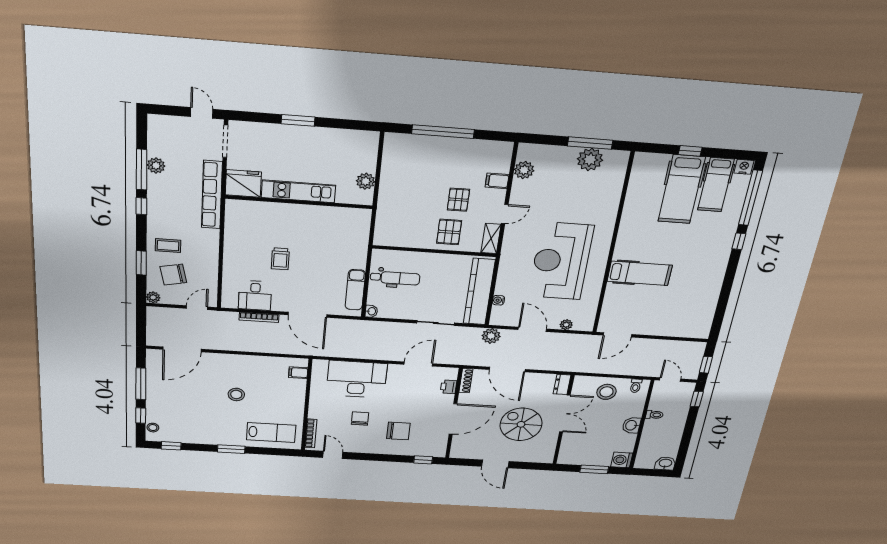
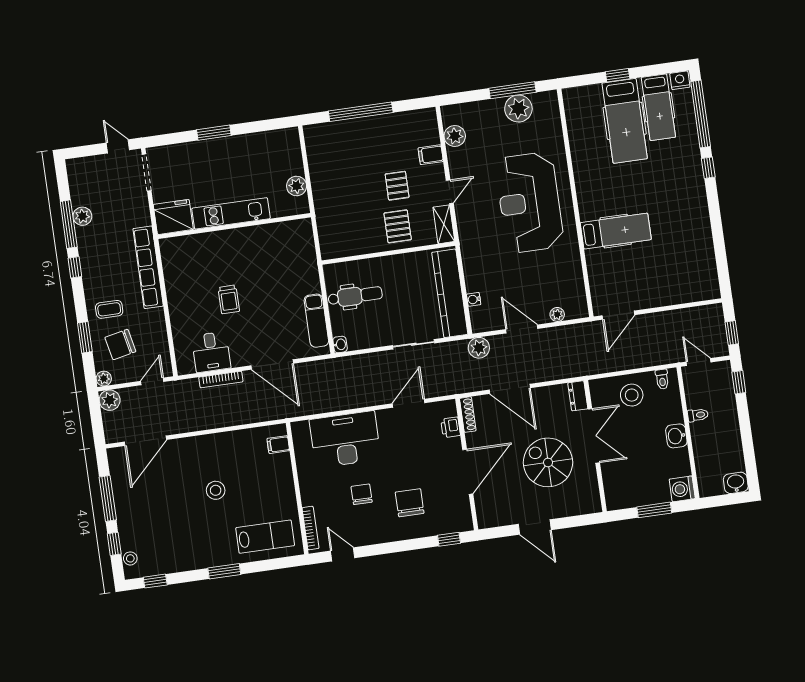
row of seats: (212, 195) -> (148, 267), moved
reception desk: (561, 261) -> (529, 202), moved
plant: (156, 314) -> (110, 400), added
chair: (398, 431) -> (410, 503), turned -90

